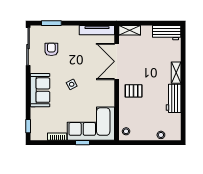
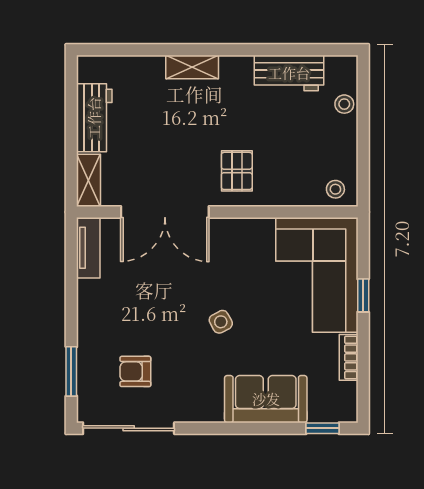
tv unit: (97, 30) -> (88, 248), width x0.71
workbench: (167, 33) -> (94, 118), moved
sofa: (40, 90) -> (266, 399), moved
workbench: (174, 98) -> (289, 73), moved

